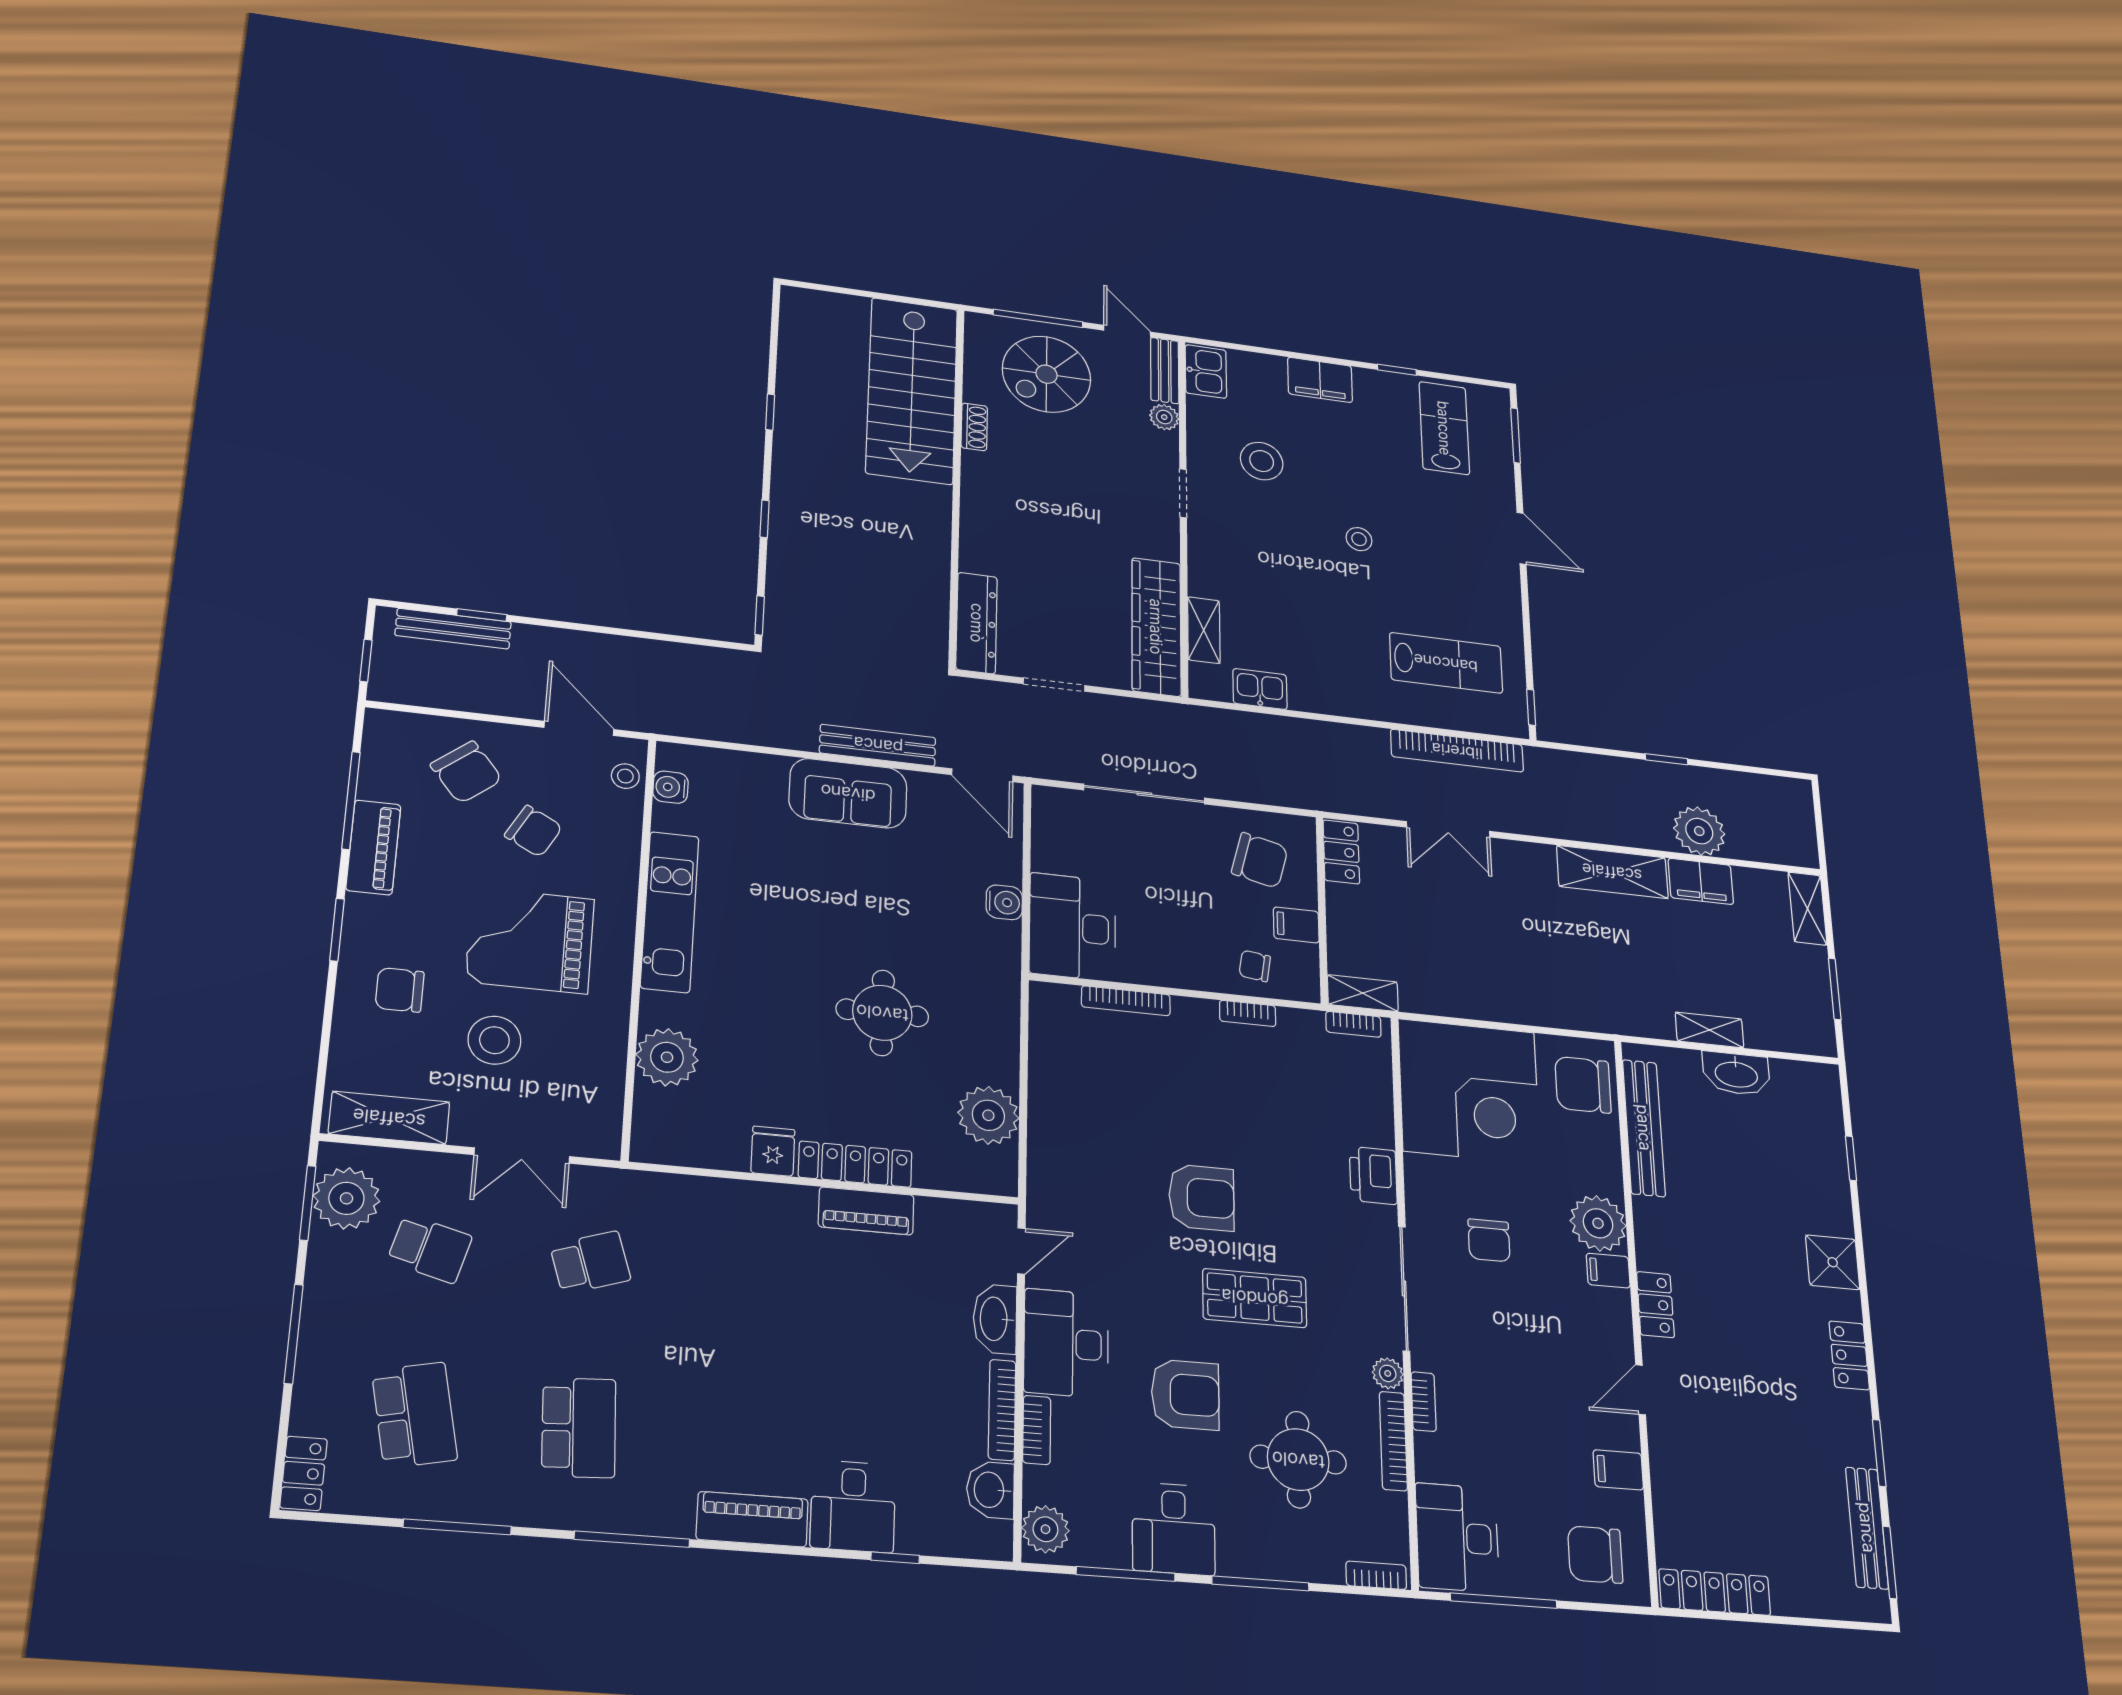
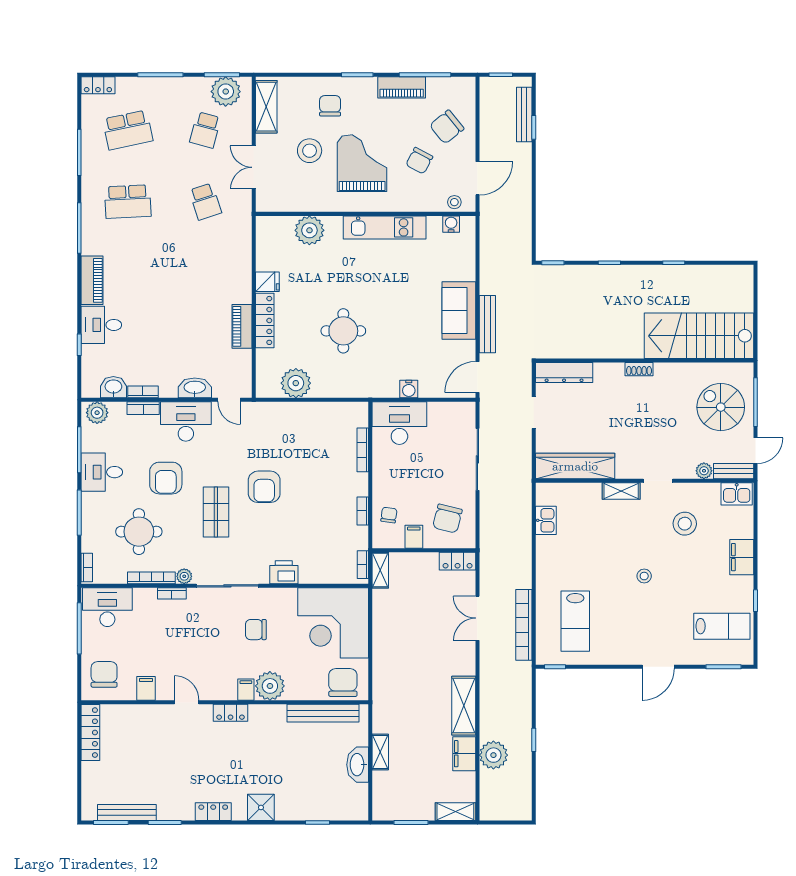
shoe rack: (974, 427) -> (639, 369), moved
shelving: (1204, 630) -> (621, 491), moved
bookcase: (1002, 1410) -> (143, 392), width x0.64

